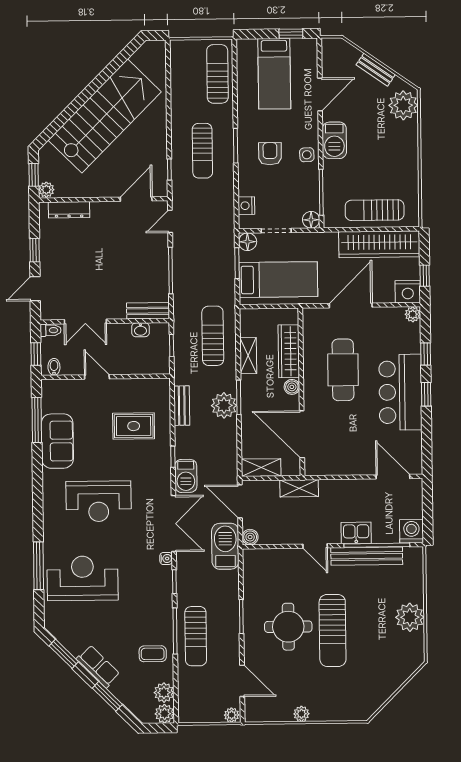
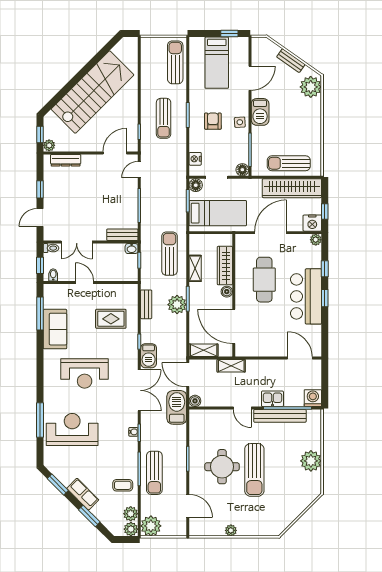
washbasin: (140, 330) -> (132, 249), moved
water cooler: (166, 558) -> (133, 432), moved
plant: (232, 715) -> (151, 526), moved, width x1.88, depth x1.88

